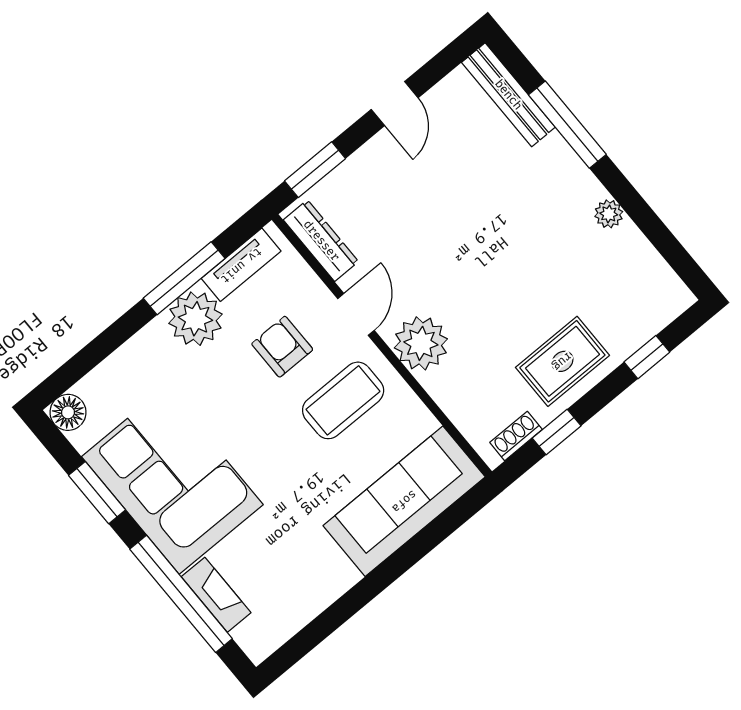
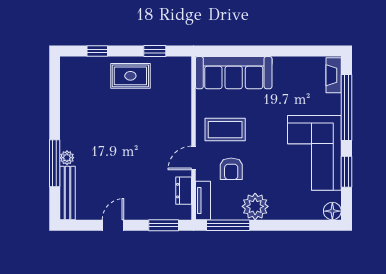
plant: (609, 214) -> (67, 158), moved
dresser: (321, 241) -> (184, 191), width x0.70
tv unit: (241, 265) -> (203, 201), moved, turned 90
window: (184, 278) -> (228, 225), moved
plant: (421, 343) -> (178, 127), removed
shoe rack: (516, 436) -> (171, 62), removed
fireplace: (216, 595) -> (334, 75), moved

